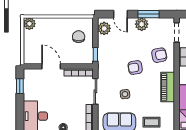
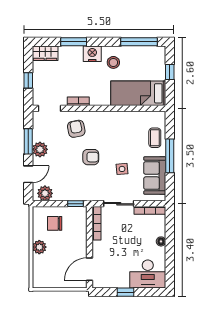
plant: (29, 24) -> (39, 247), moved
door: (51, 66) -> (89, 269), moved
armchair: (135, 68) -> (91, 157), turned -81
window: (20, 86) -> (125, 292), moved
piano: (168, 87) -> (114, 119), removed

